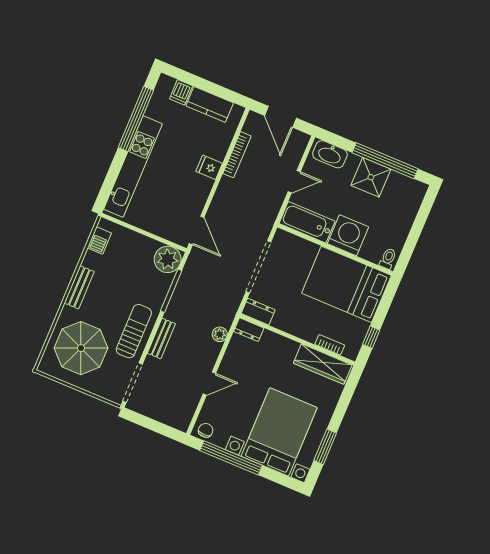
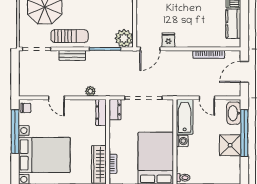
window: (385, 161) -> (244, 133), moved
fridge: (209, 167) -> (168, 40), moved
washing machine: (348, 235) -> (182, 141), width x0.53, depth x0.53
dresser: (249, 330) -> (101, 113), width x1.44

